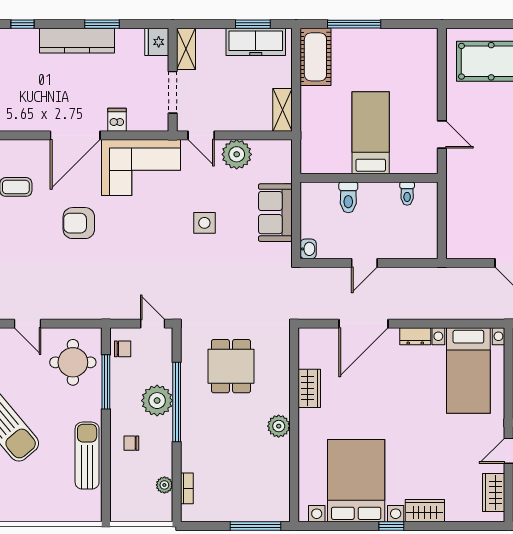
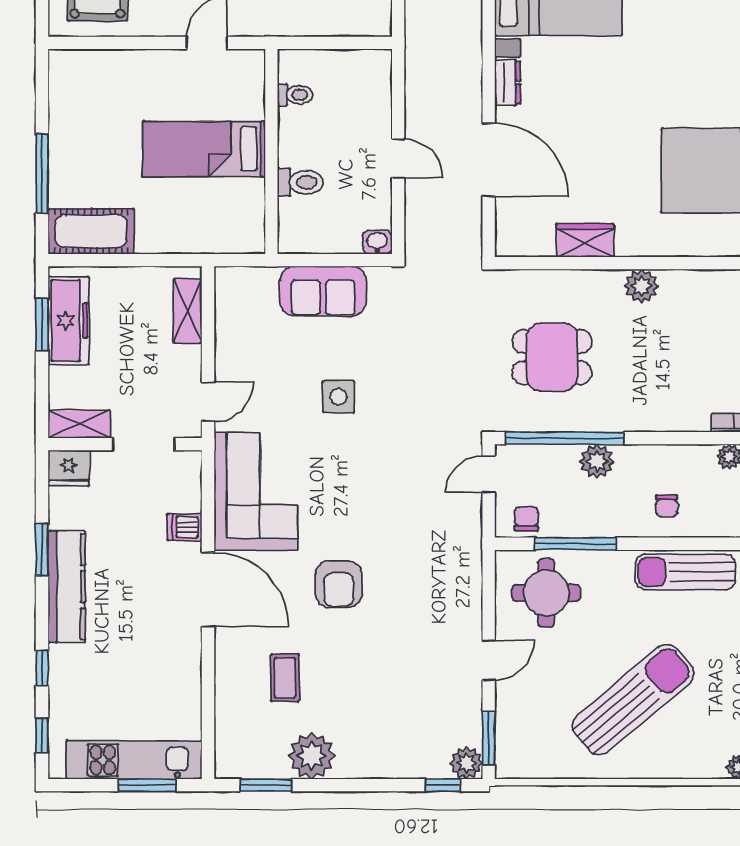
shelving: (282, 110) -> (188, 311), moved, turned 90
plant: (237, 154) -> (236, 349), removed
plant: (157, 401) -> (597, 461), width x0.73, depth x0.73
window: (177, 402) -> (565, 438), moved

